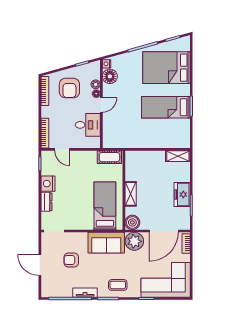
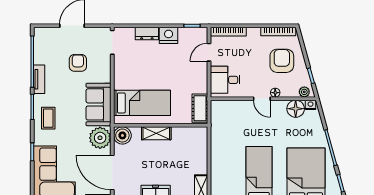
plant: (96, 84) -> (304, 92), moved
armchair: (69, 88) -> (282, 61), turned 90
desk: (88, 125) -> (225, 80), moved, turned 90

